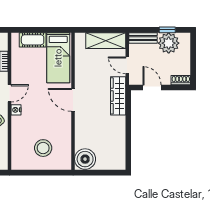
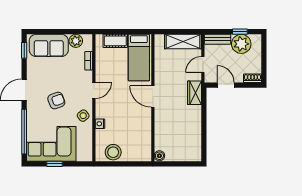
door: (127, 65) -> (203, 65), hinge flipped
wardrobe: (118, 96) -> (194, 93), width x0.67
nightstand: (16, 110) -> (100, 124), moved
stool: (43, 148) -> (113, 152), moved
boiler: (85, 159) -> (159, 156), width x0.54, depth x0.54

